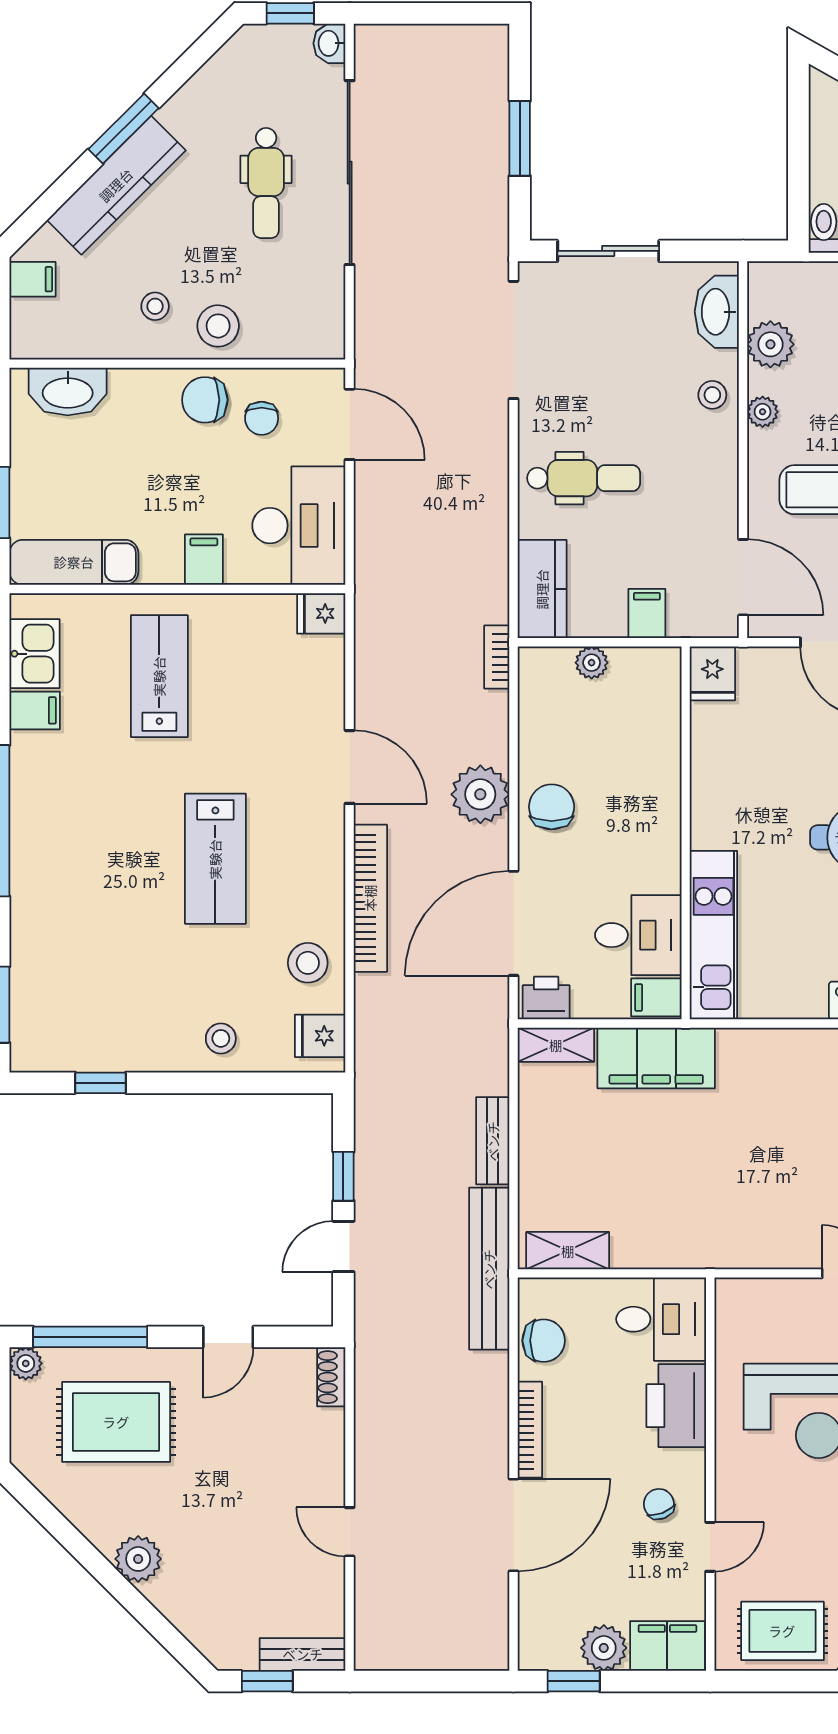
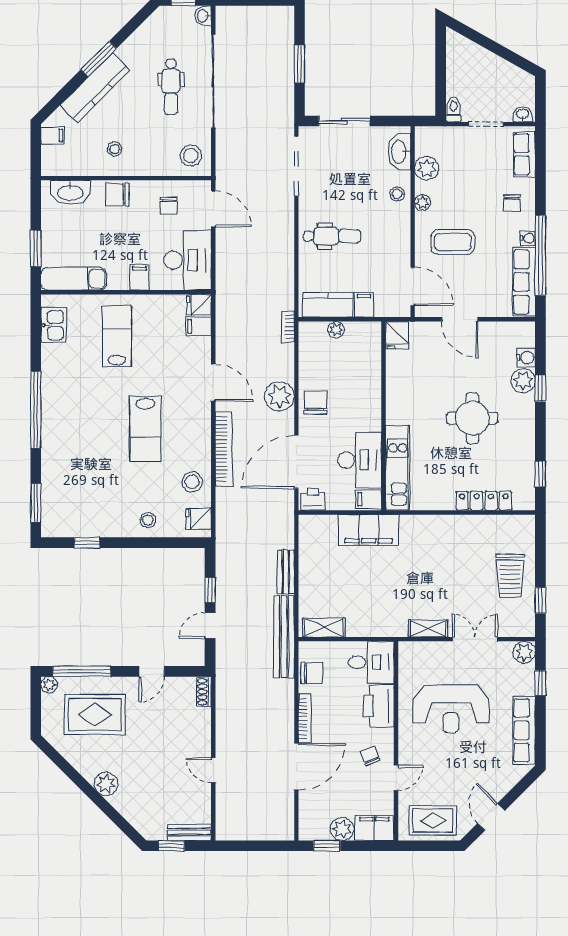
stool: (218, 326) -> (191, 156), moved
chair: (205, 400) -> (117, 195), moved
kitchen counter: (542, 589) -> (328, 305), moved, turned -90
filing cabinet: (35, 710) -> (198, 326), moved, turned 180
desk: (638, 935) -> (360, 460), width x1.37
shelving: (556, 1045) -> (428, 628), moved

